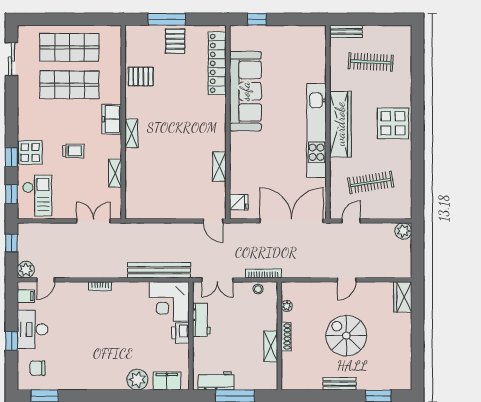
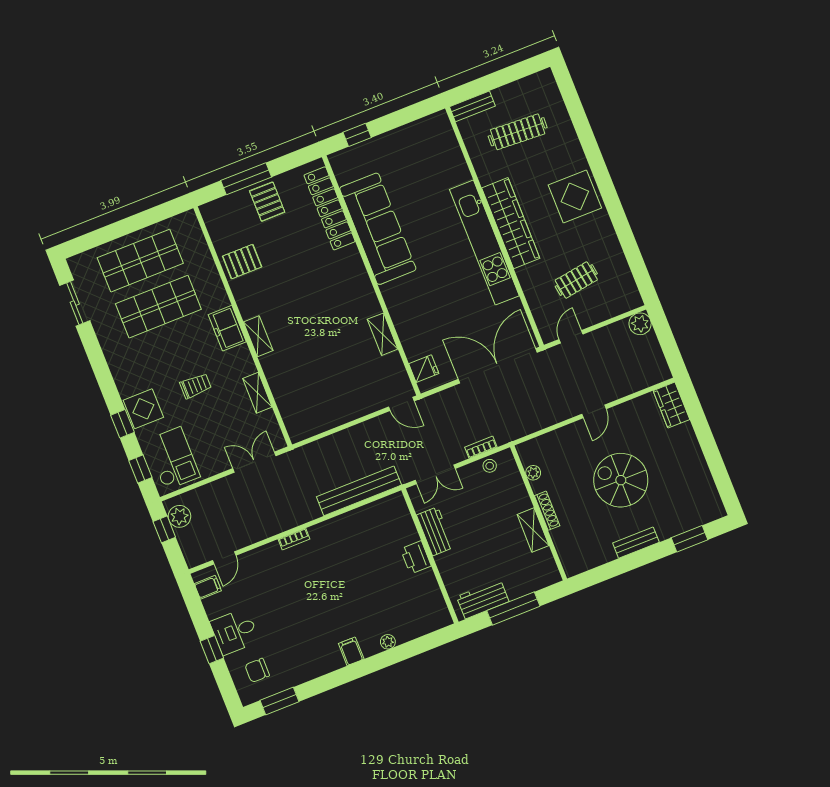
clothes rail: (371, 182) -> (576, 280), width x0.73
plant: (26, 270) -> (179, 516), moved
bookcase: (263, 273) -> (481, 447), width x0.64
corner desk: (169, 301) -> (387, 524), removed
desk: (33, 329) -> (235, 632), width x0.73
plant: (137, 380) -> (388, 642), width x0.53, depth x0.53
filing cabinet: (167, 381) -> (351, 651), moved, width x0.50

